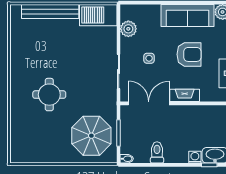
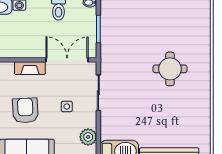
armchair: (189, 54) -> (25, 110), turned 87
double door: (149, 103) -> (67, 60), swing flipped
parasol: (91, 136) -> (126, 26), removed

